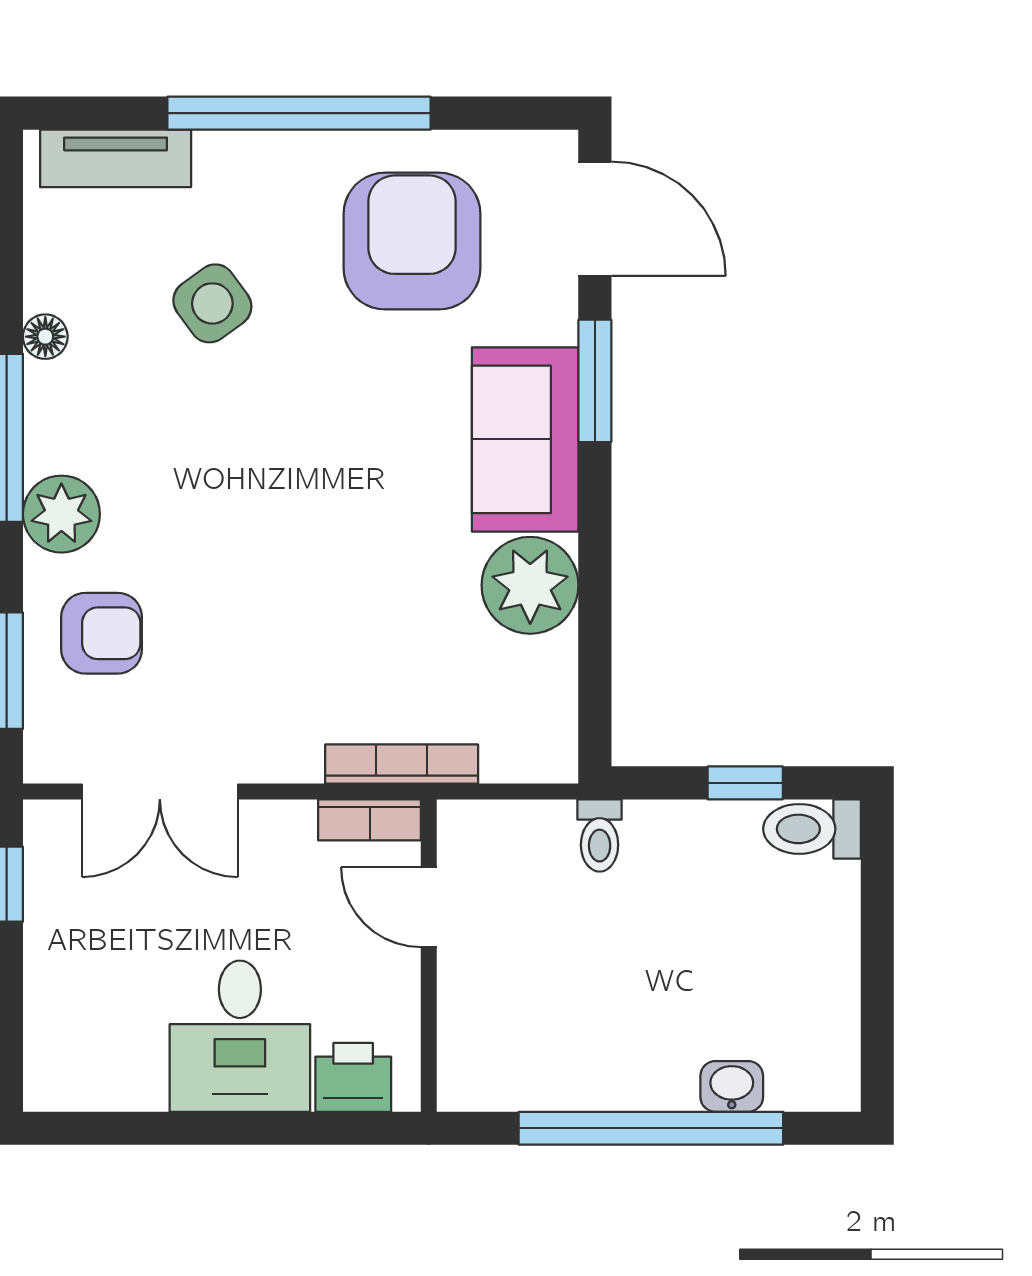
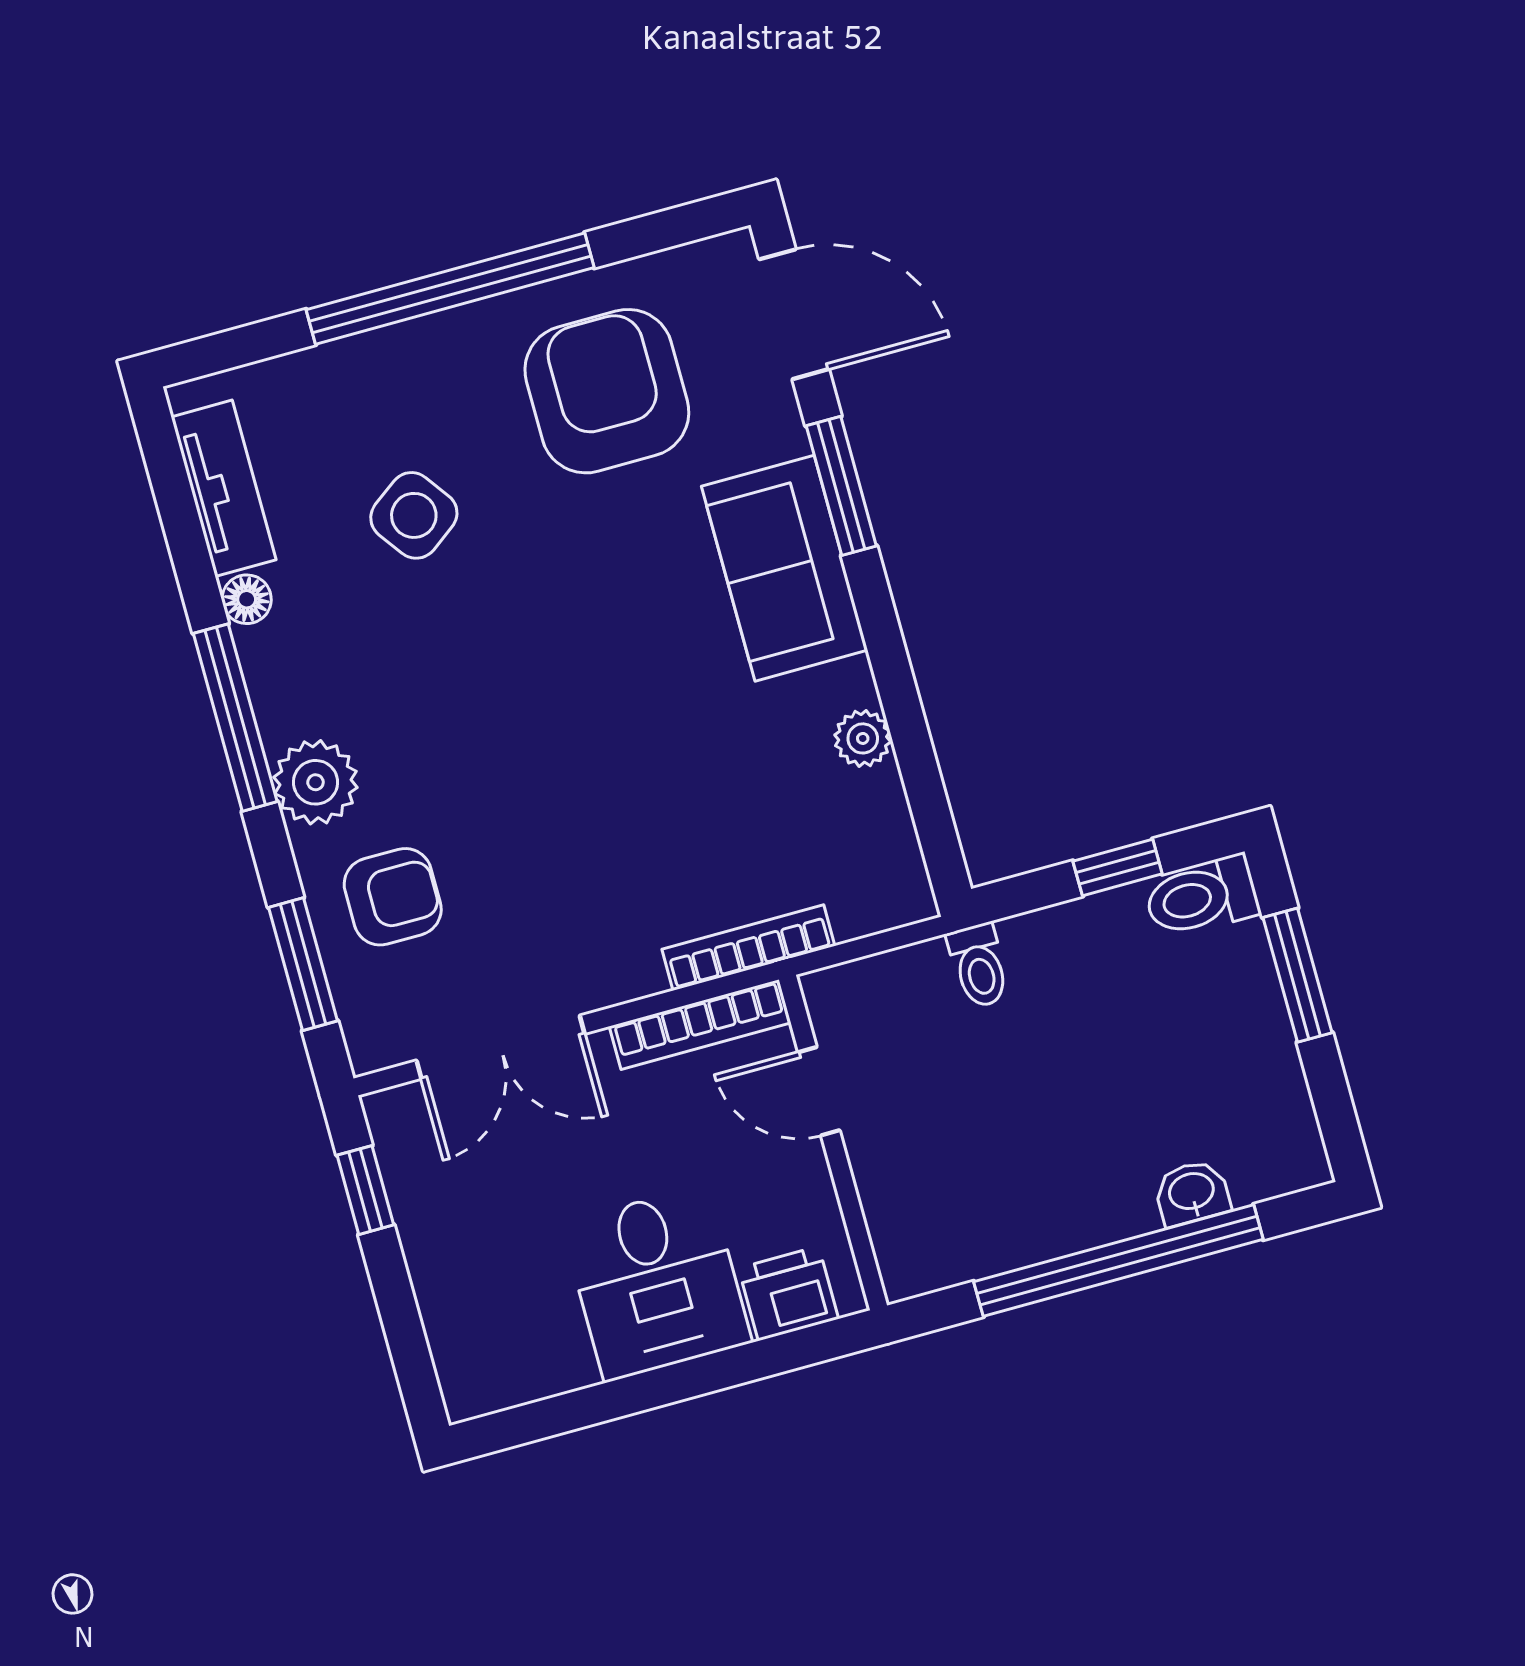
tv unit: (116, 158) -> (224, 488), moved, turned -90
plant: (530, 585) -> (863, 738), width x0.53, depth x0.53
bookcase: (370, 820) -> (700, 1025), width x1.56
window: (877, 921) -> (1298, 975), added

